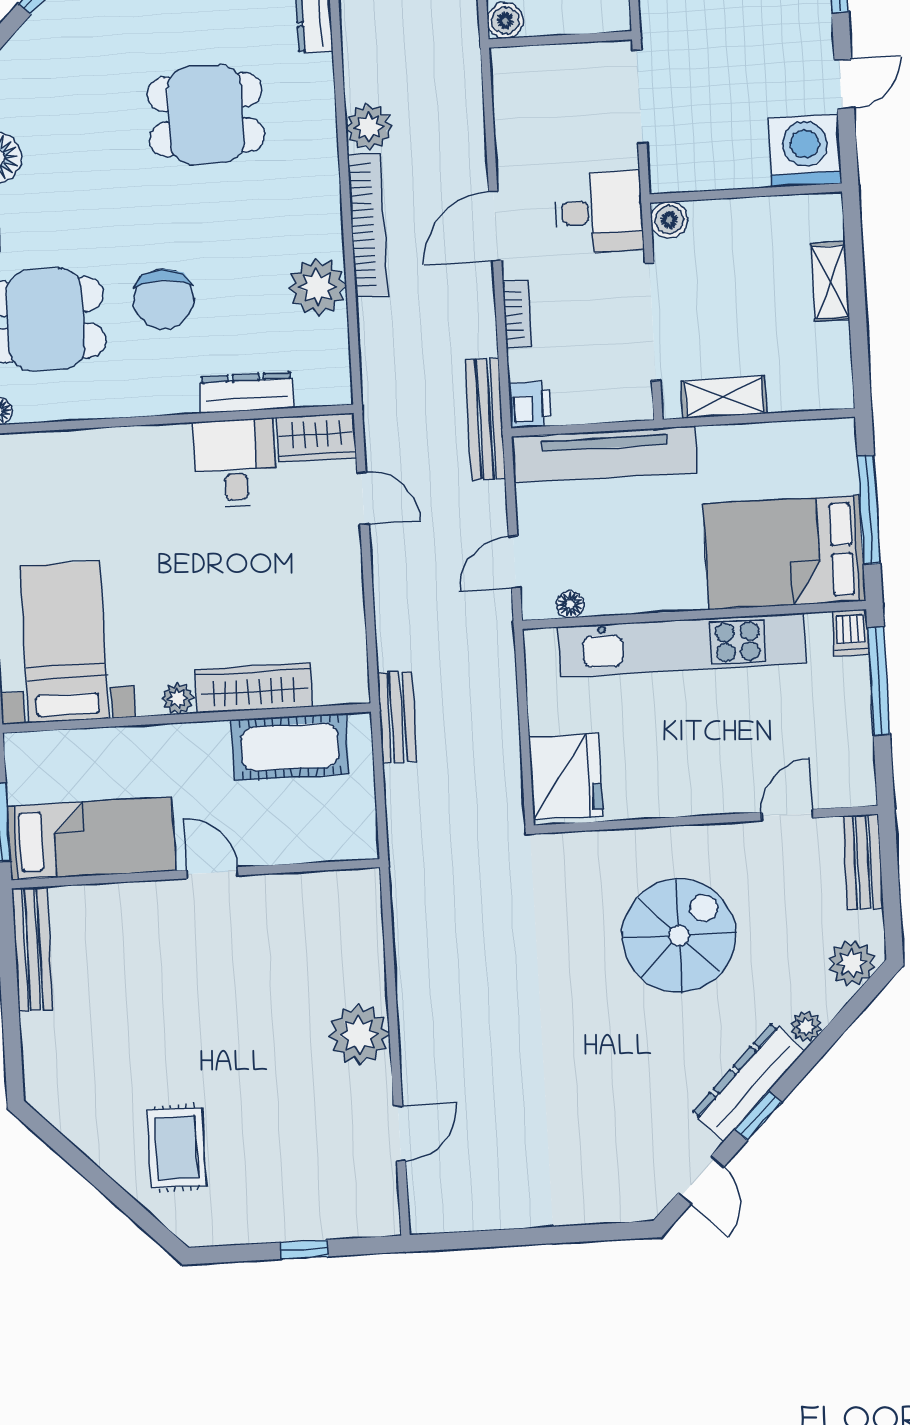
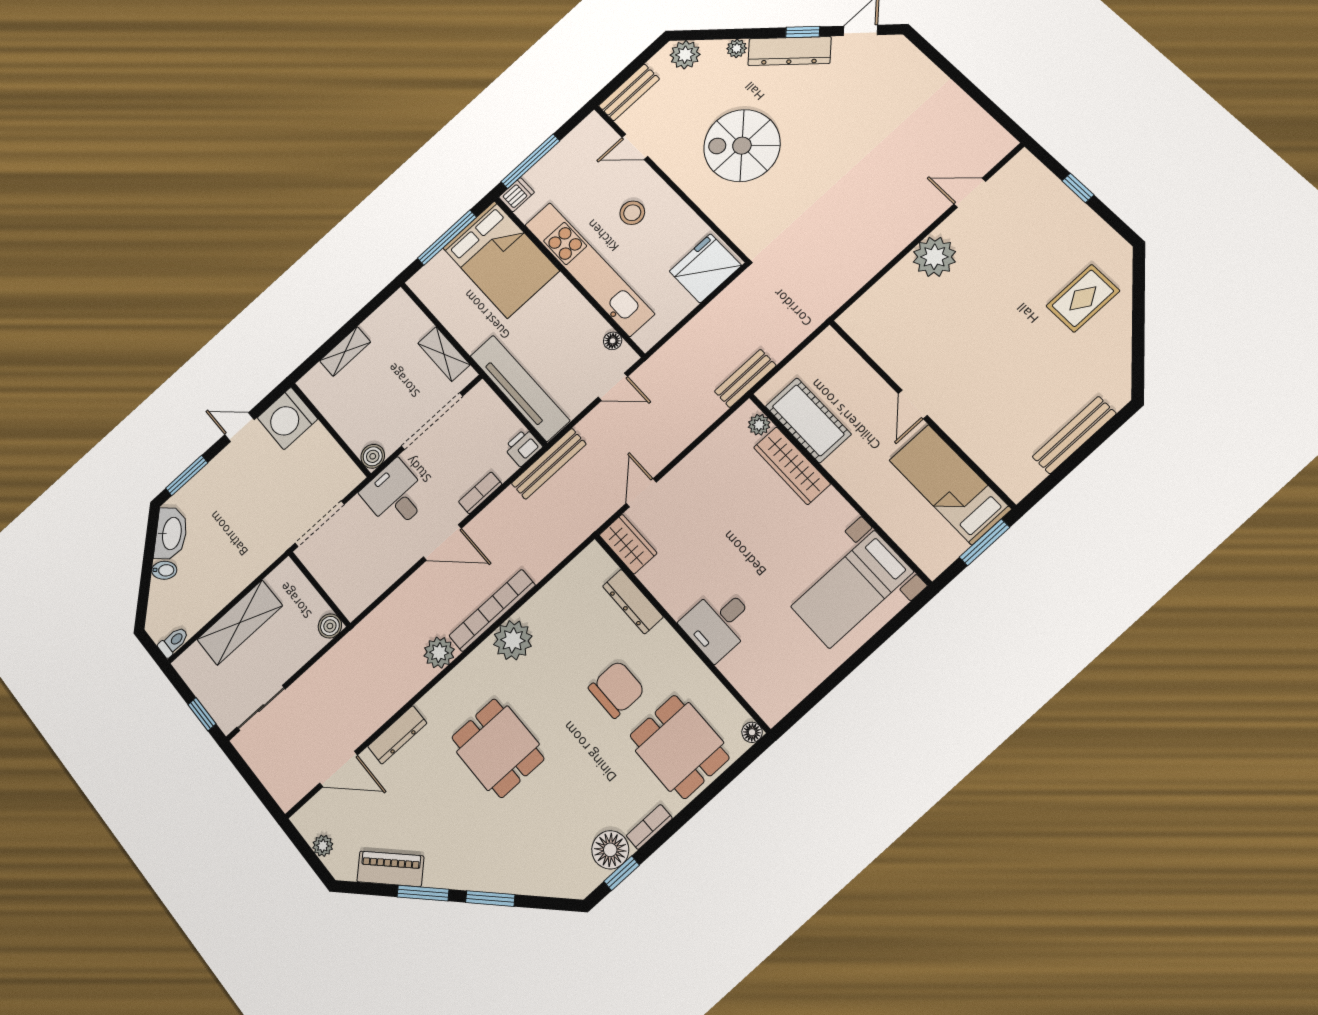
plant: (317, 287) -> (513, 640), moved
desk: (235, 463) -> (718, 623), moved
plant: (178, 699) -> (759, 425), moved
stool: (707, 748) -> (632, 213), added
bench: (32, 949) -> (1074, 435), moved

